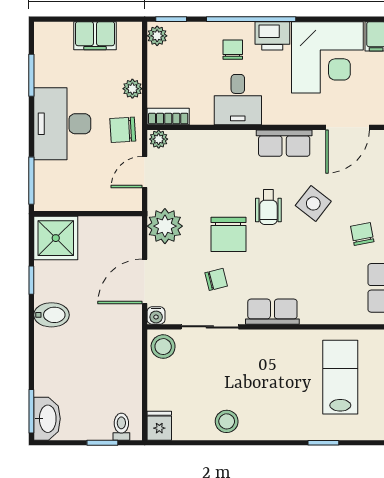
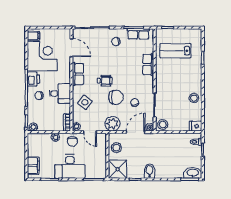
filing cabinet: (95, 36) -> (33, 166), moved
side table: (313, 203) -> (85, 102), moved
stool: (108, 235) -> (116, 148), added
door: (145, 281) -> (136, 132), swing flipped
row of seats: (272, 312) -> (148, 65), moved

